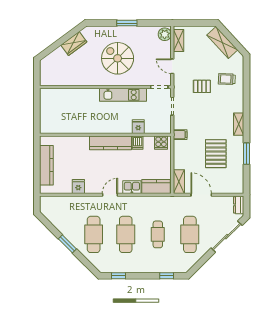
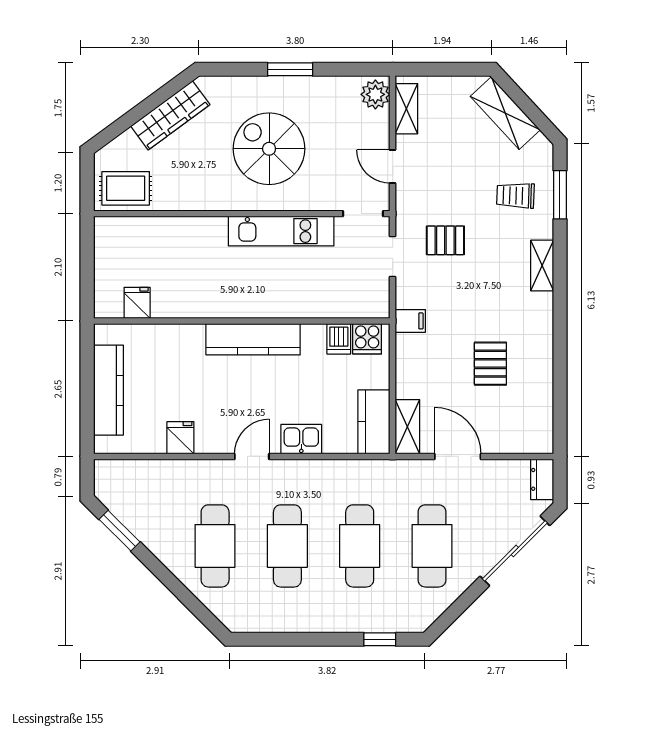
wardrobe: (74, 44) -> (170, 115), width x1.50
rug: (54, 76) -> (126, 188), added
pallet: (202, 86) -> (445, 240), moved
shelving: (239, 124) -> (542, 266), moved
fridge: (138, 127) -> (137, 303), moved
dishwasher: (138, 143) -> (339, 339), moved
pallet: (216, 154) -> (490, 364), width x0.67, depth x0.71
window: (247, 154) -> (560, 195), moved
kitchen counter: (156, 187) -> (374, 422), moved, turned -90
cafe table: (158, 234) -> (360, 546), width x1.37, depth x1.35
window: (67, 244) -> (120, 531), moved
window: (119, 276) -> (271, 639), removed

